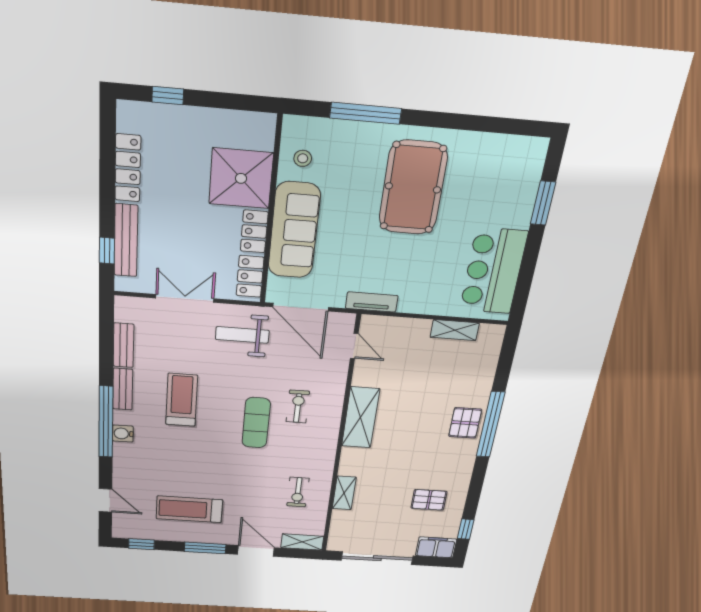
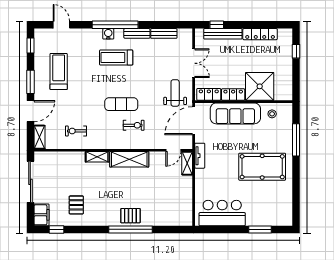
shelving: (455, 330) -> (187, 163), moved
treadmill: (182, 400) -> (116, 58), moved, turned 180
shelving: (344, 493) -> (97, 157), moved
door: (105, 500) -> (61, 25), swing flipped

